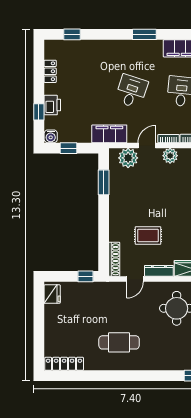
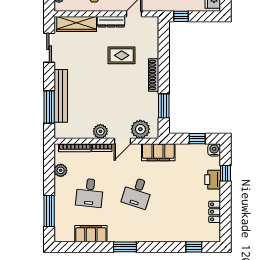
shoe rack: (114, 259) -> (154, 75), moved

